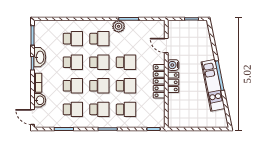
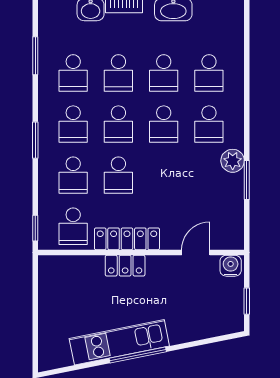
school desk: (126, 62) -> (73, 226), moved
water cooler: (173, 65) -> (231, 266), moved

